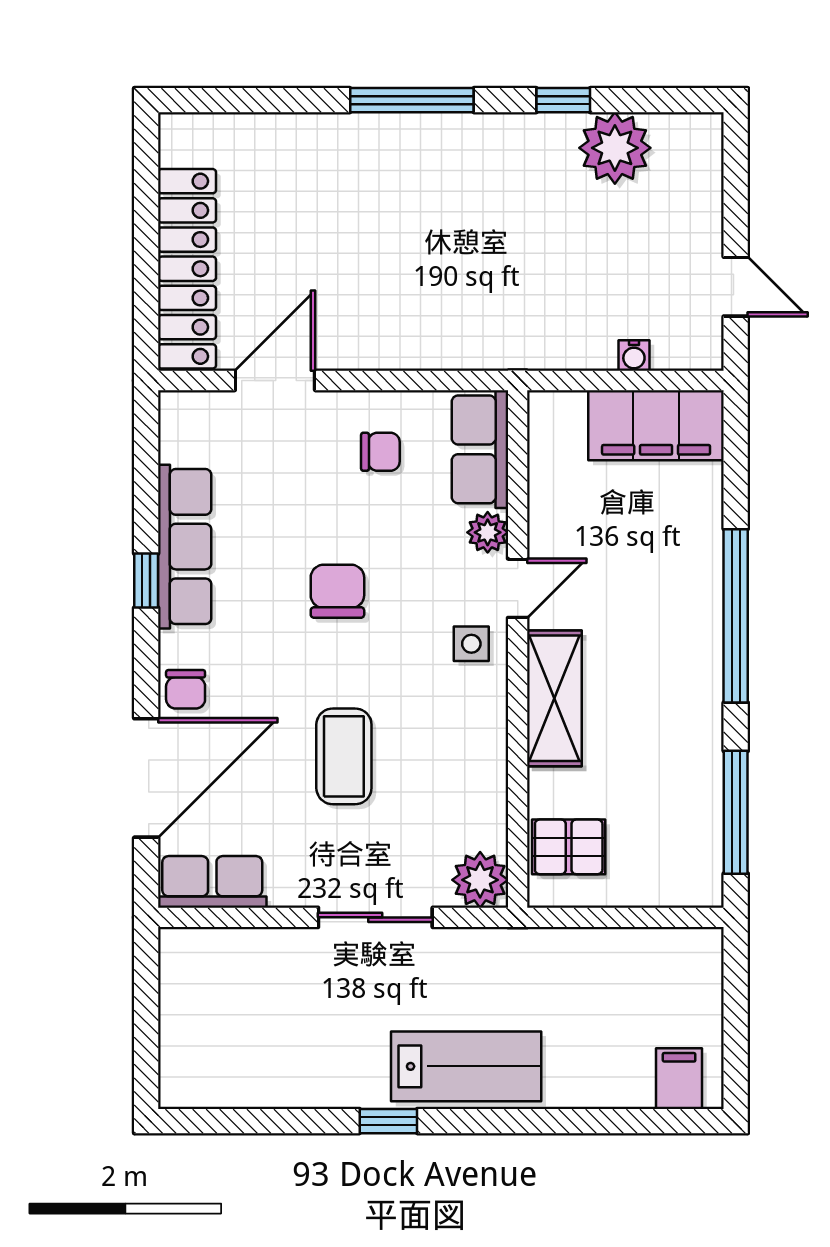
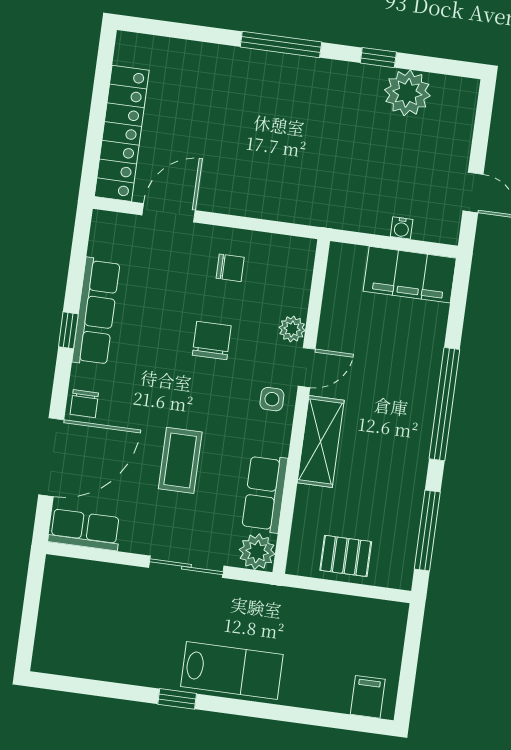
row of seats: (480, 449) -> (265, 493), moved
chair: (337, 591) -> (212, 341), moved
pallet: (569, 847) -> (346, 556), moved

